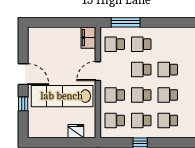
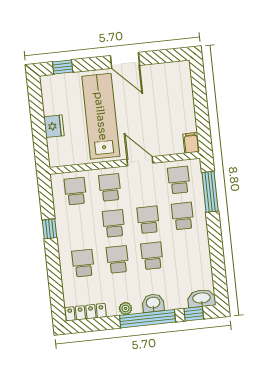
filing cabinet: (88, 38) -> (191, 143), width x0.50
door: (23, 74) -> (125, 60), hinge flipped
window: (23, 104) -> (63, 67), moved
school desk: (141, 120) -> (79, 227), removed
fridge: (76, 131) -> (54, 126), moved

